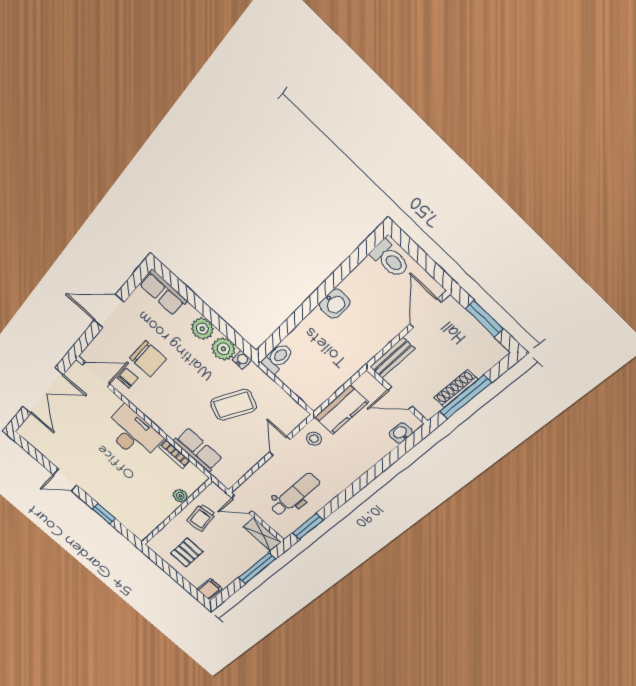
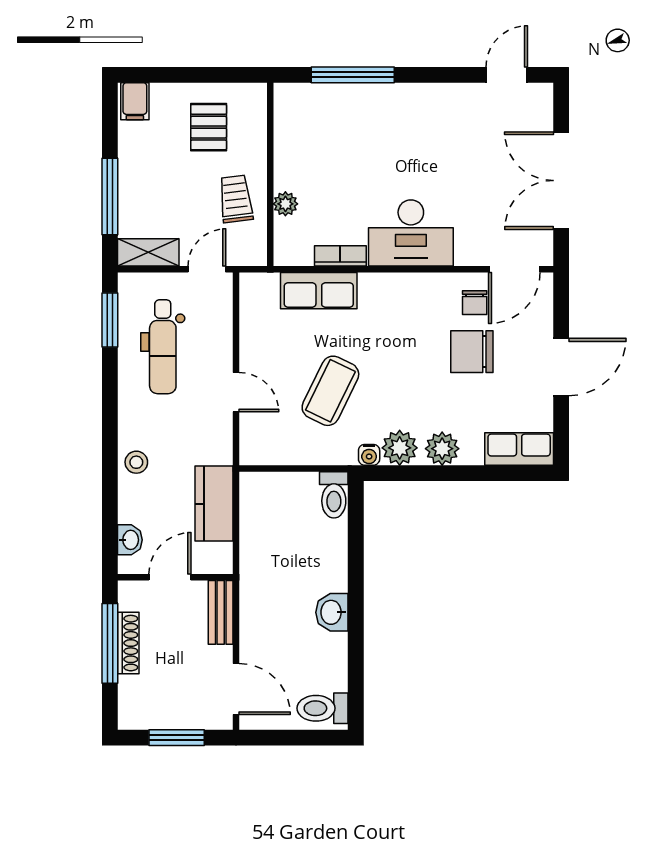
stool: (314, 439) -> (136, 462), moved
door: (65, 480) -> (507, 75), moved
window: (104, 514) -> (353, 75), width x2.17

